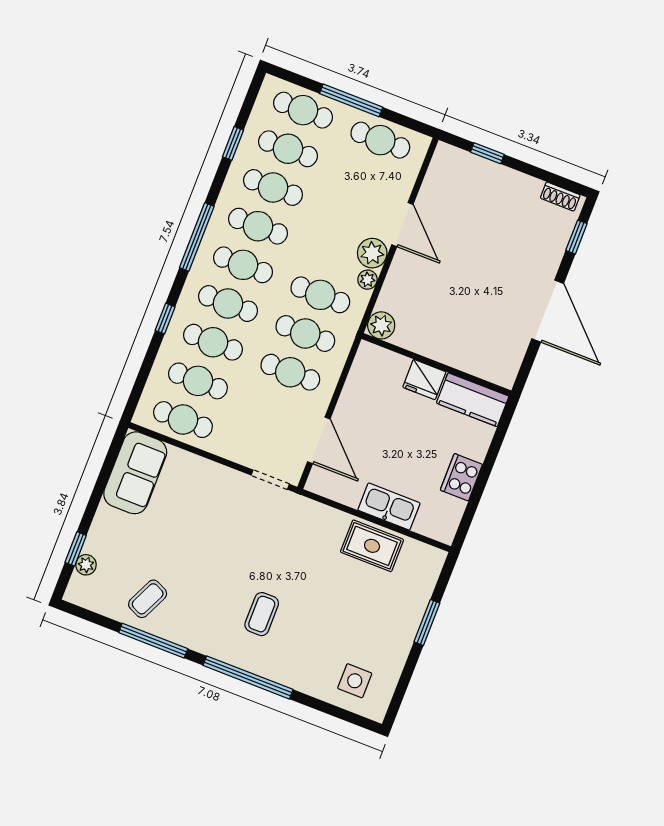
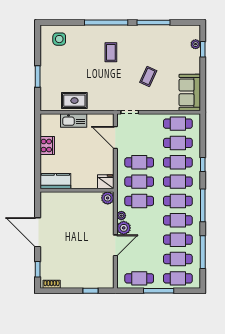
window: (233, 143) -> (203, 252), width x2.17
door: (402, 225) -> (115, 245), swing flipped
fridge: (424, 380) -> (106, 182), moved
coffee table: (148, 599) -> (148, 76), moved

